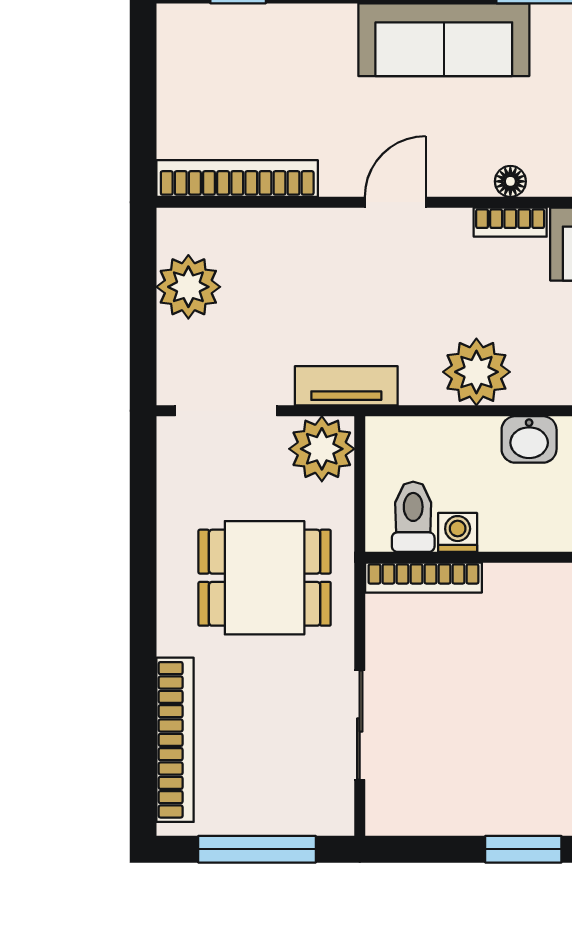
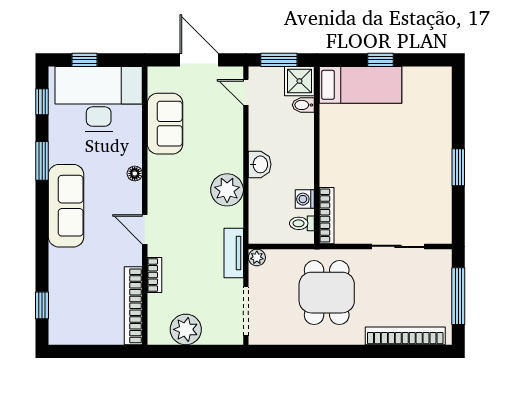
bookcase: (510, 222) -> (154, 275), moved
plant: (322, 449) -> (257, 257), width x0.53, depth x0.53
toilet: (413, 517) -> (302, 223), width x0.73, depth x0.72

